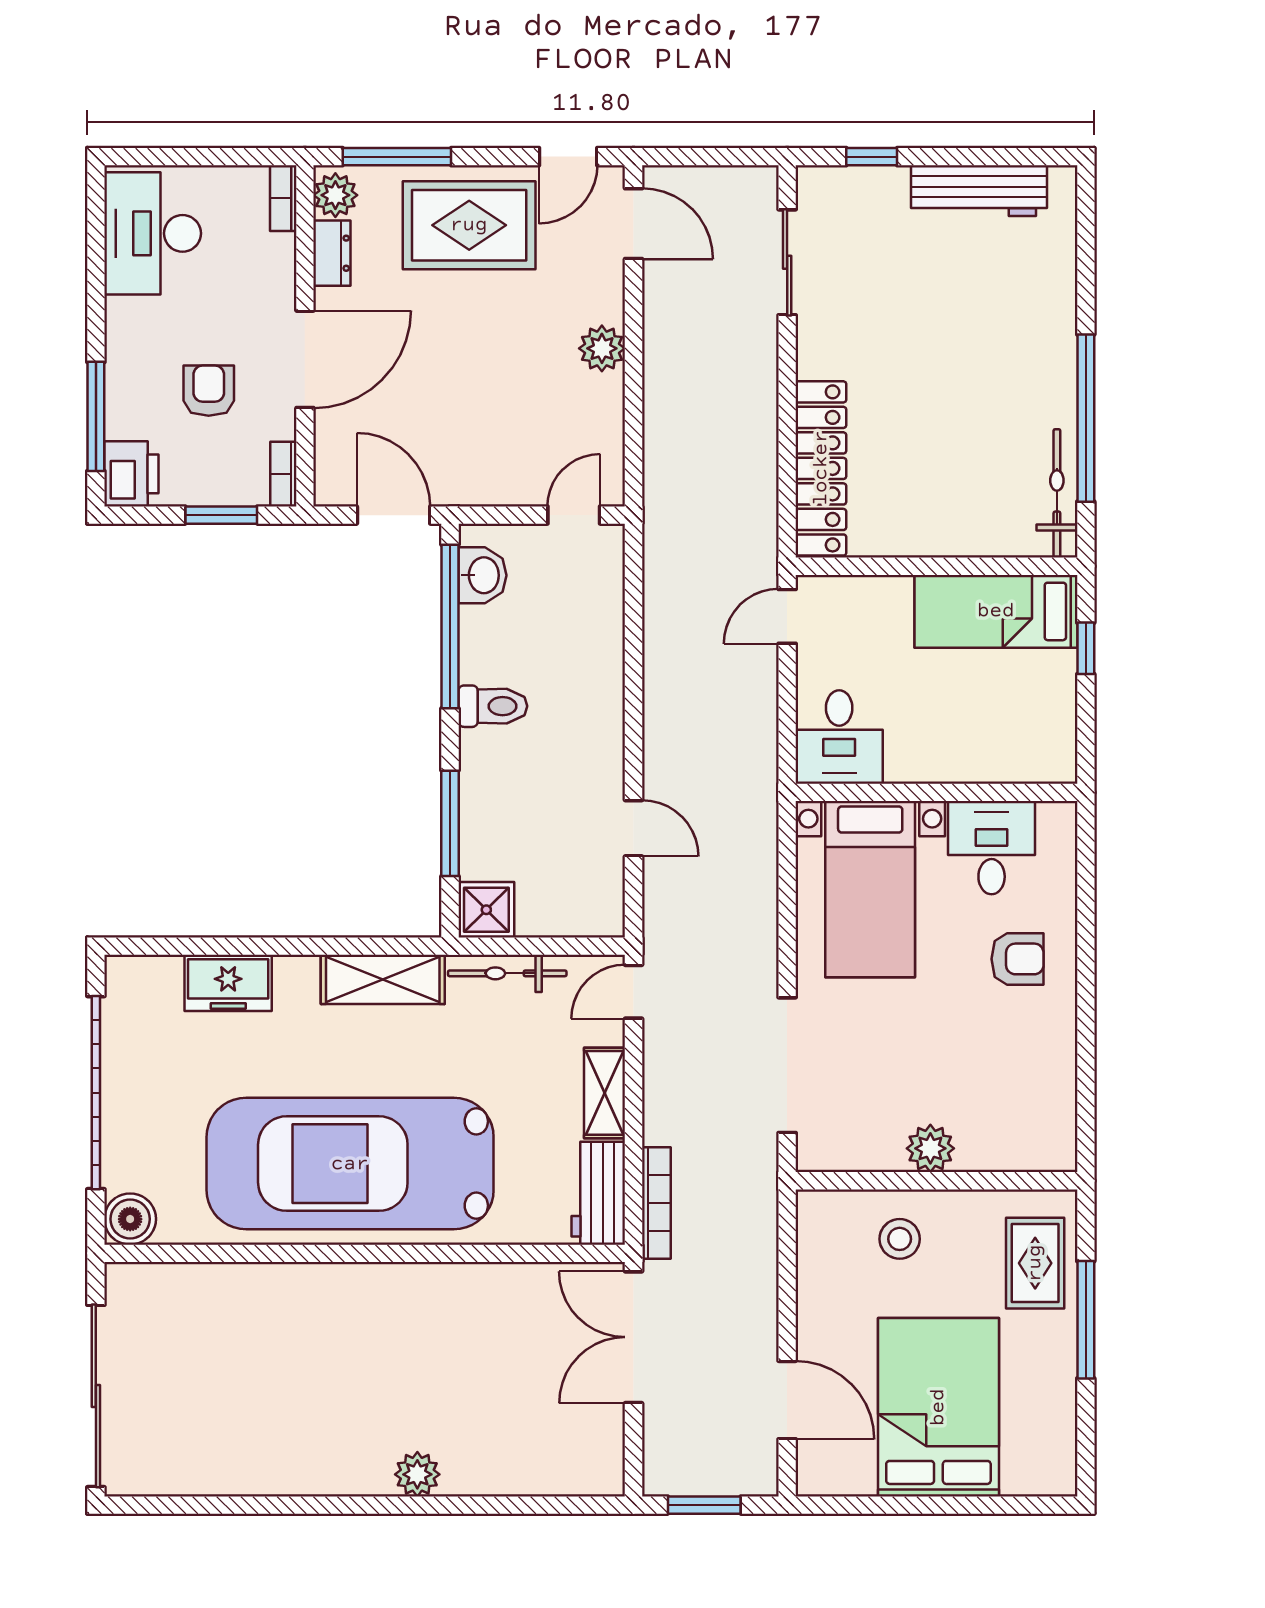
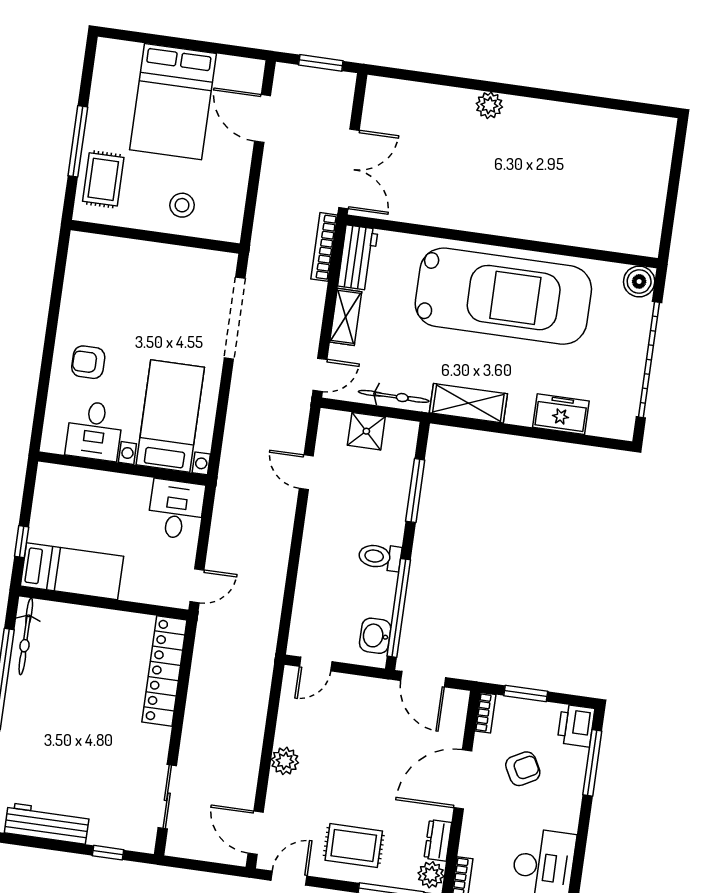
rug: (469, 225) -> (354, 846), width x0.73, depth x0.70
armchair: (209, 391) -> (523, 769), turned -118
shower: (486, 910) -> (366, 431), moved
plant: (930, 1148) -> (156, 257), removed
sliding door: (96, 1396) -> (674, 179), removed

